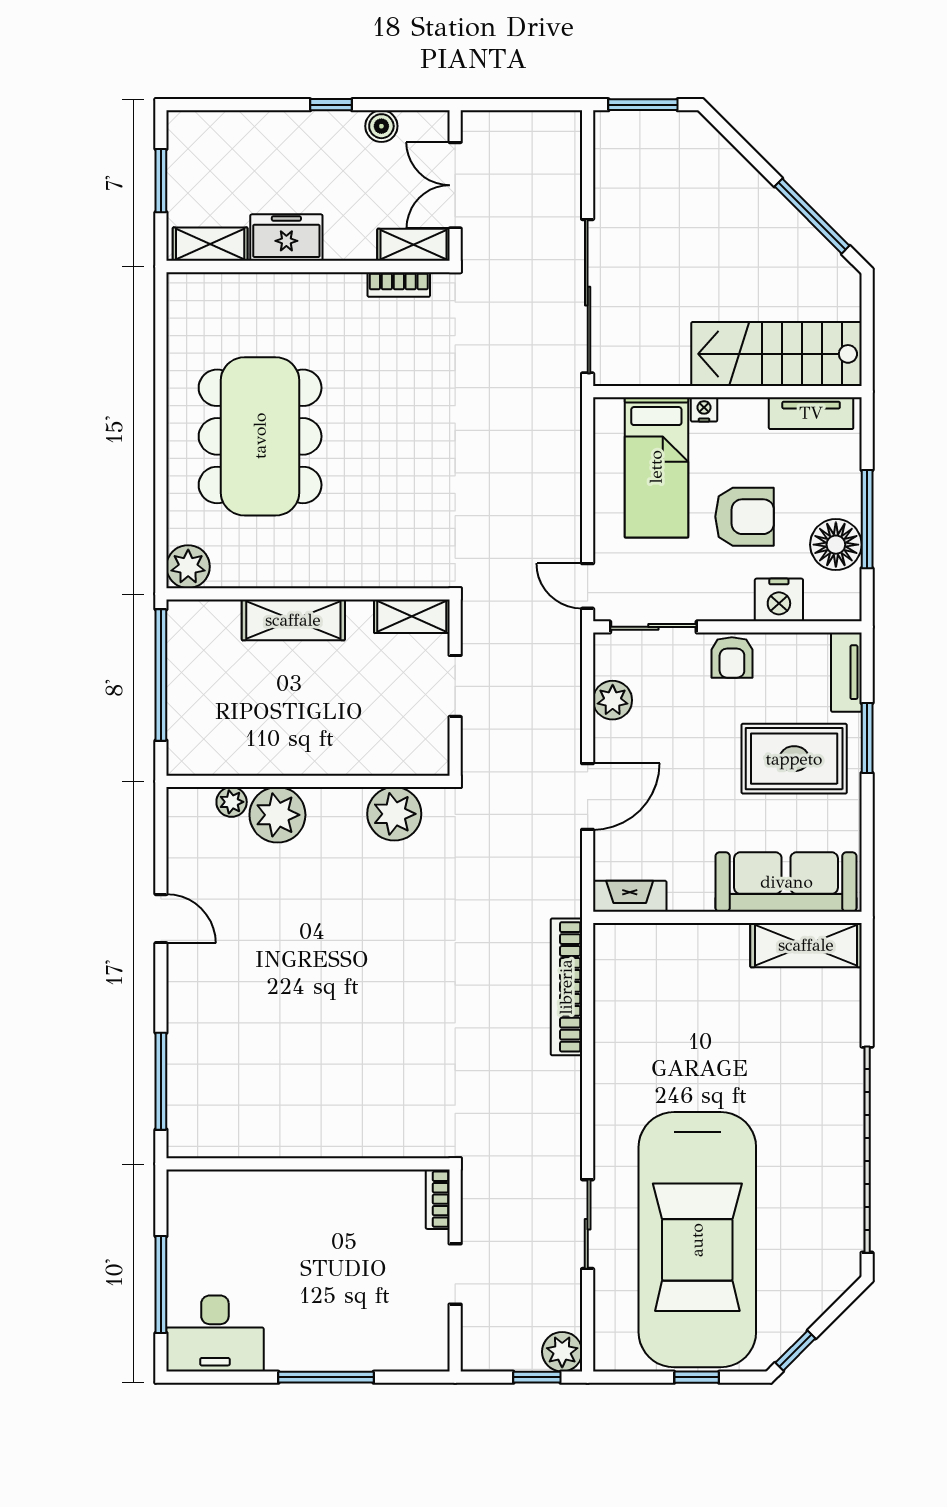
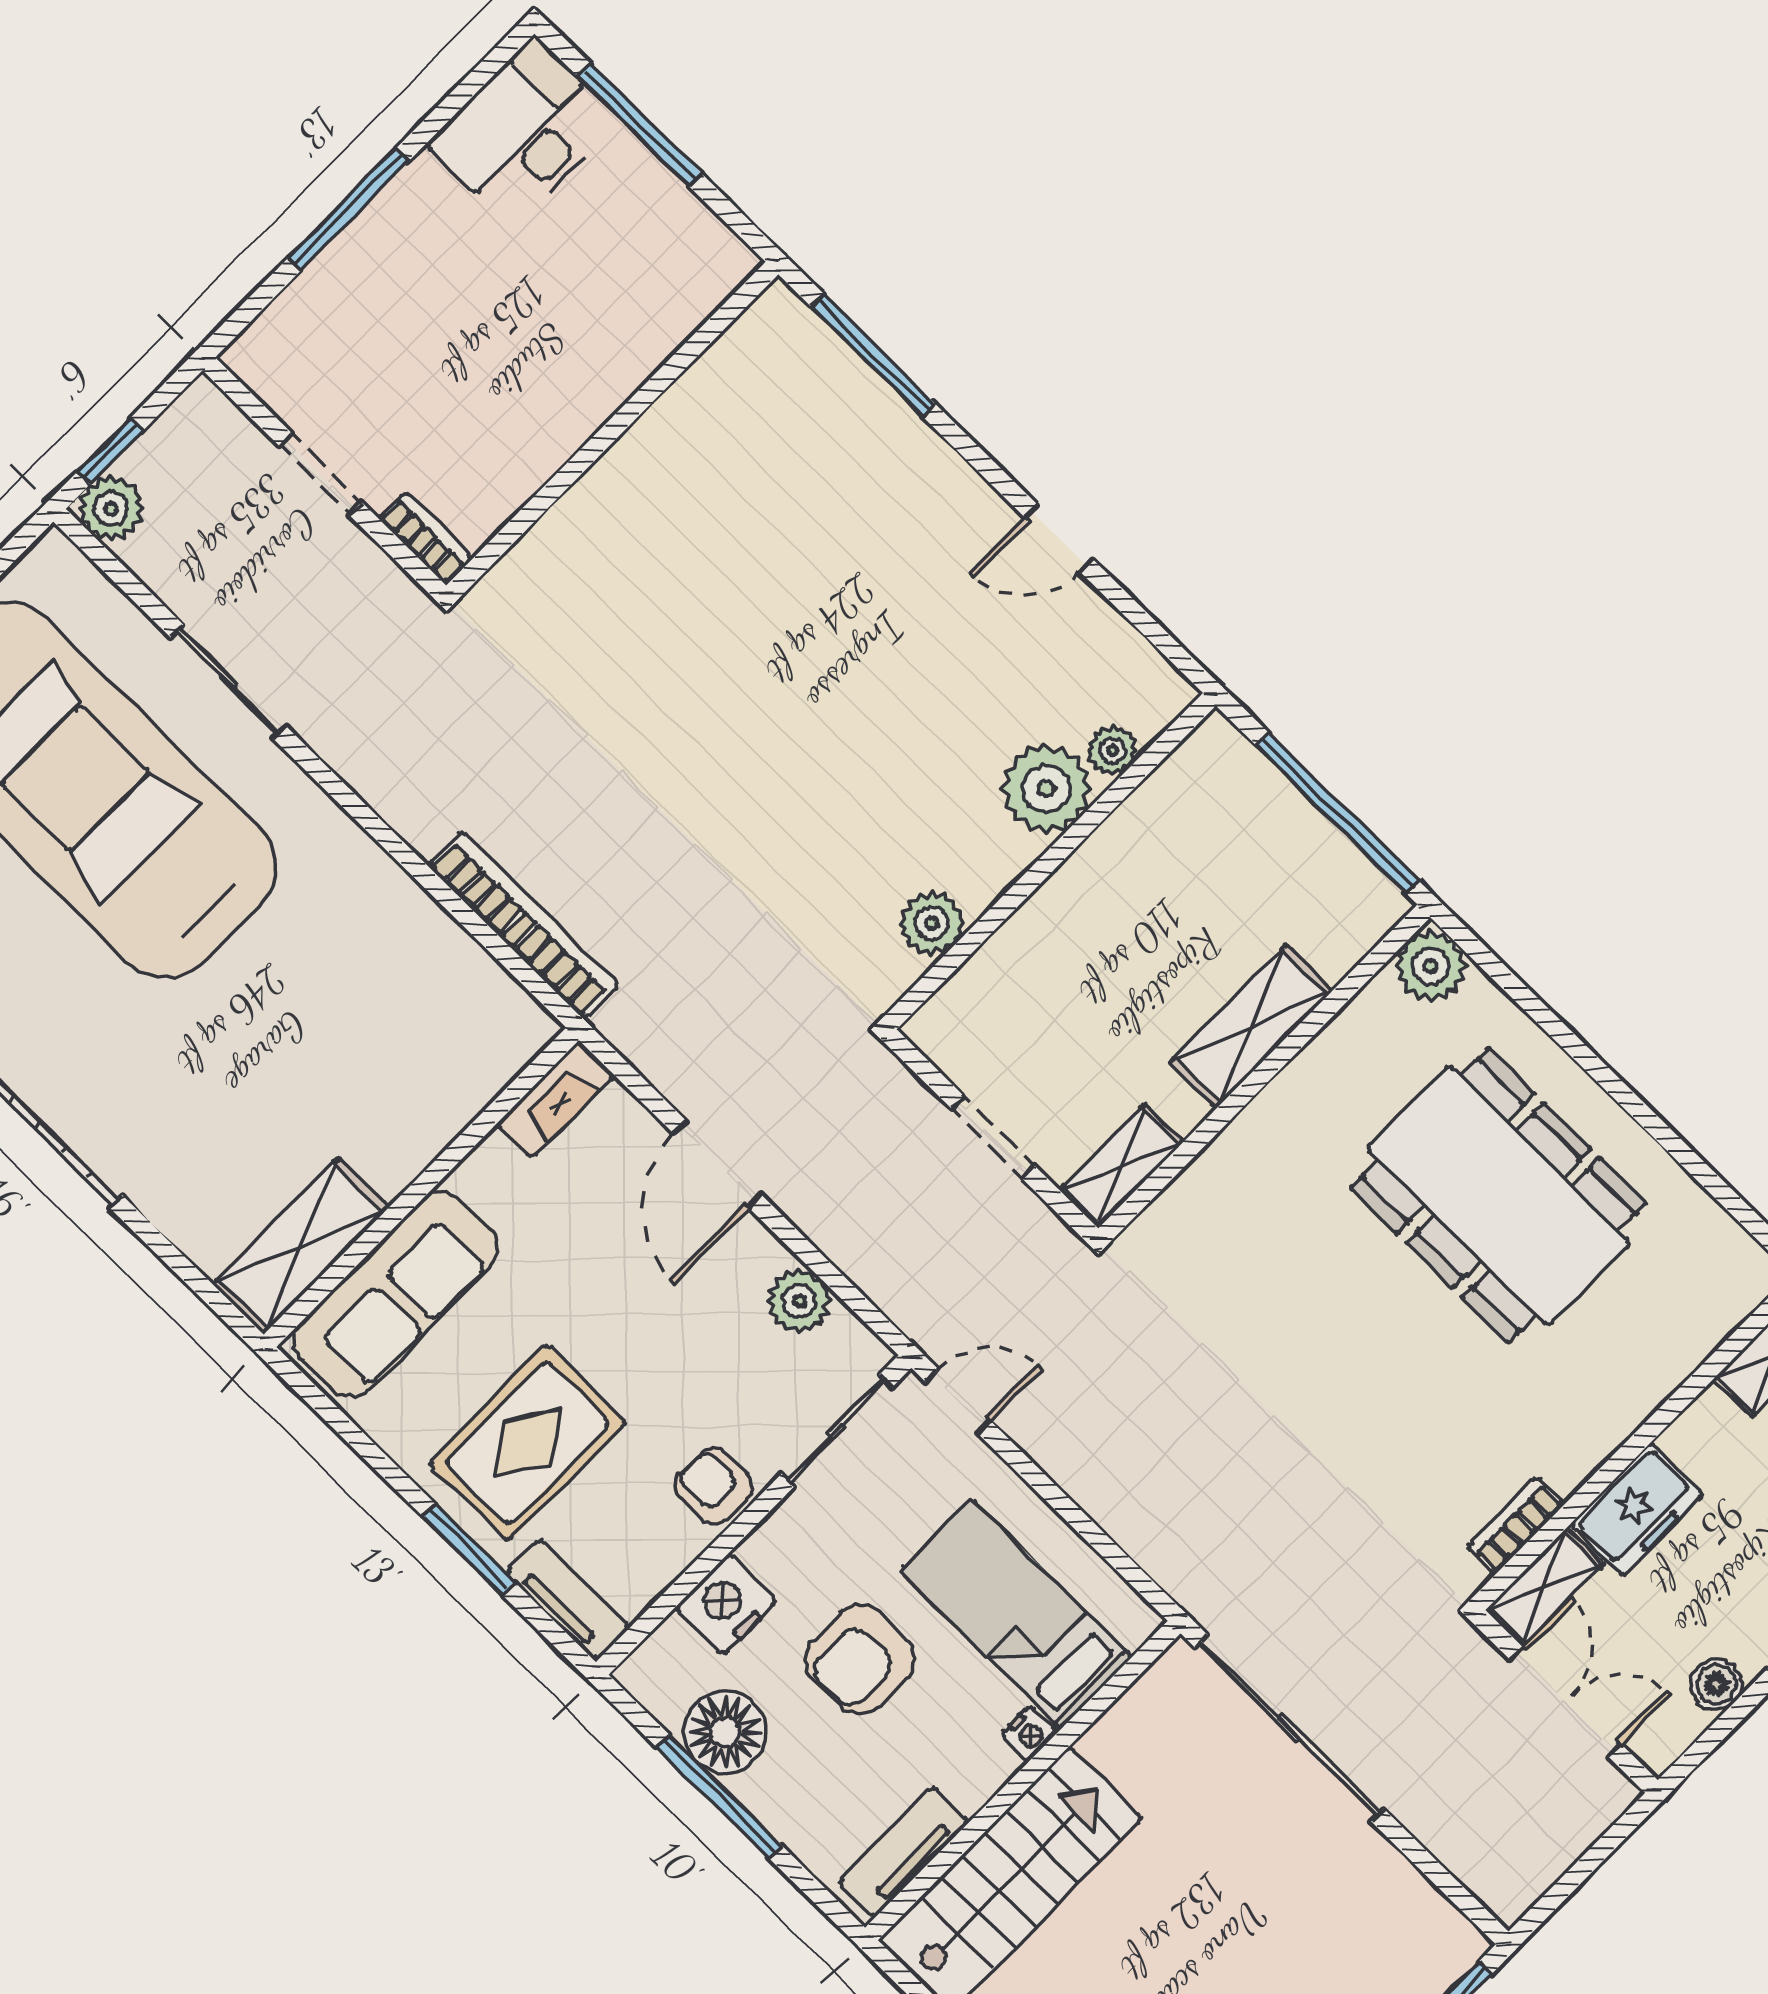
freezer: (286, 238) -> (1637, 1509), moved
plant: (394, 814) -> (932, 923), width x0.73, depth x0.73

